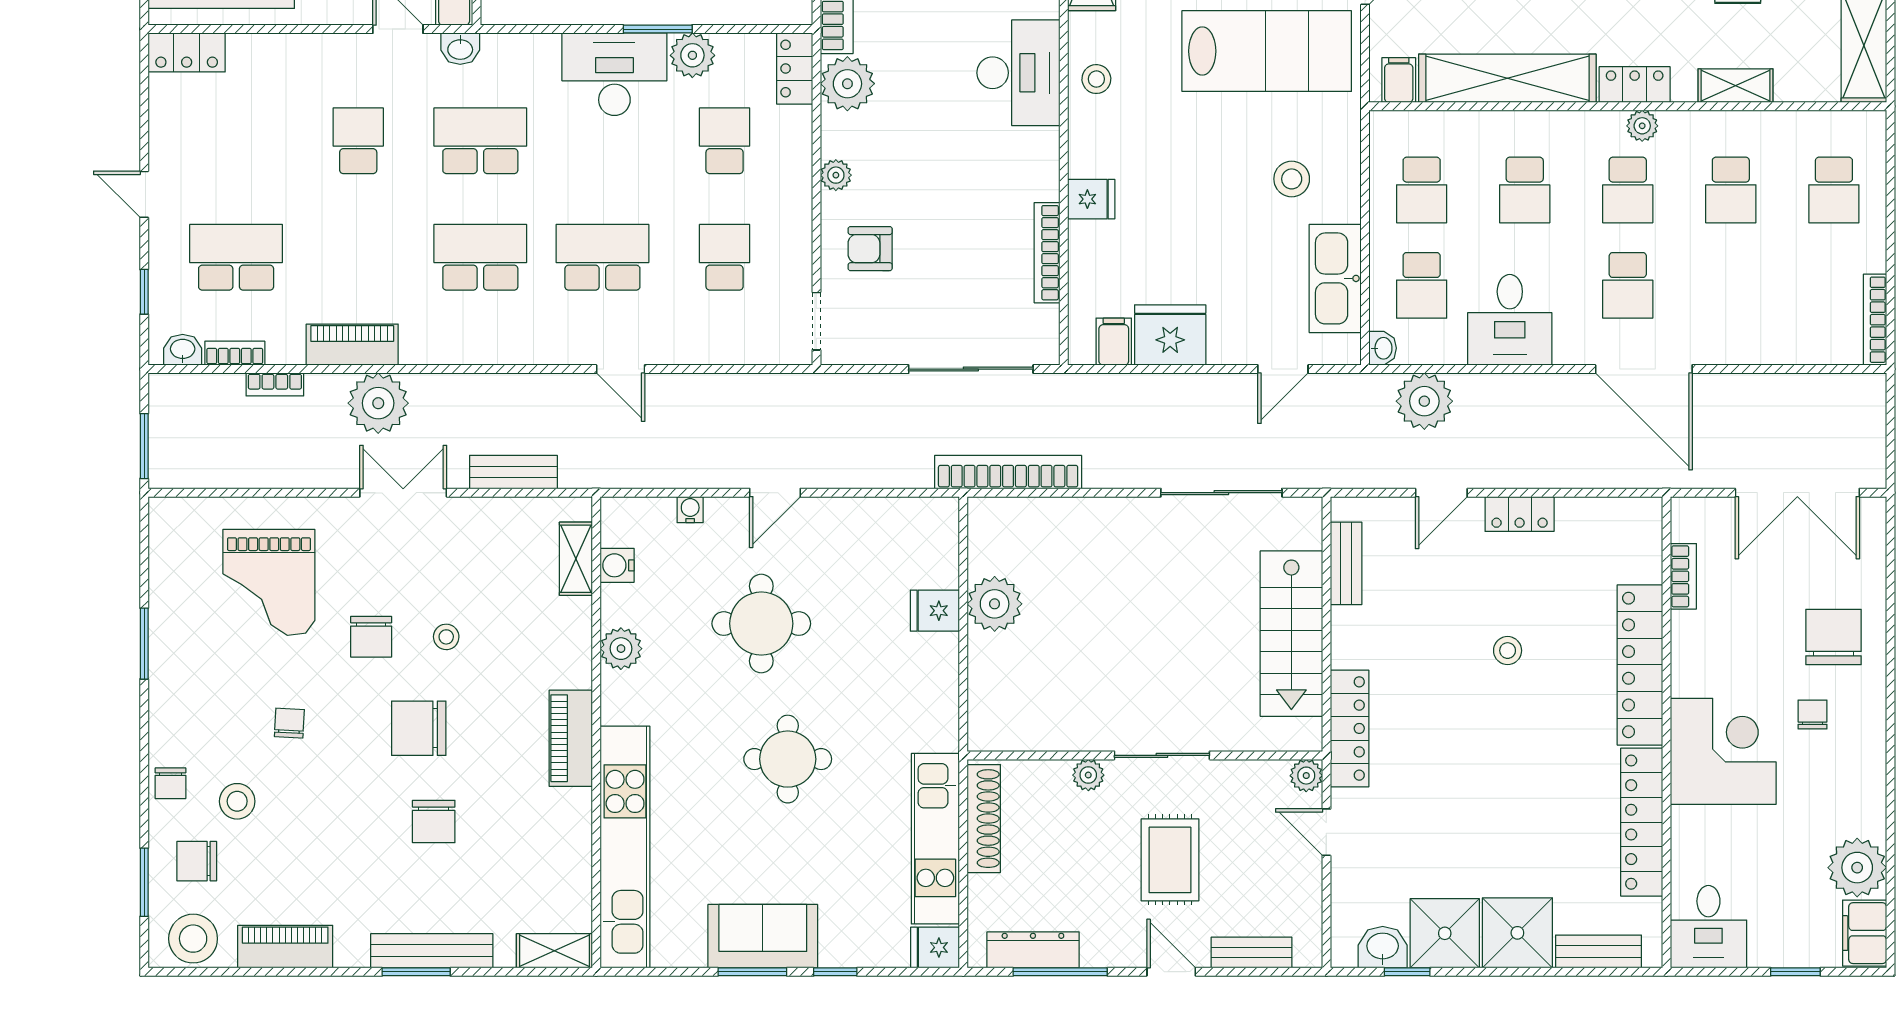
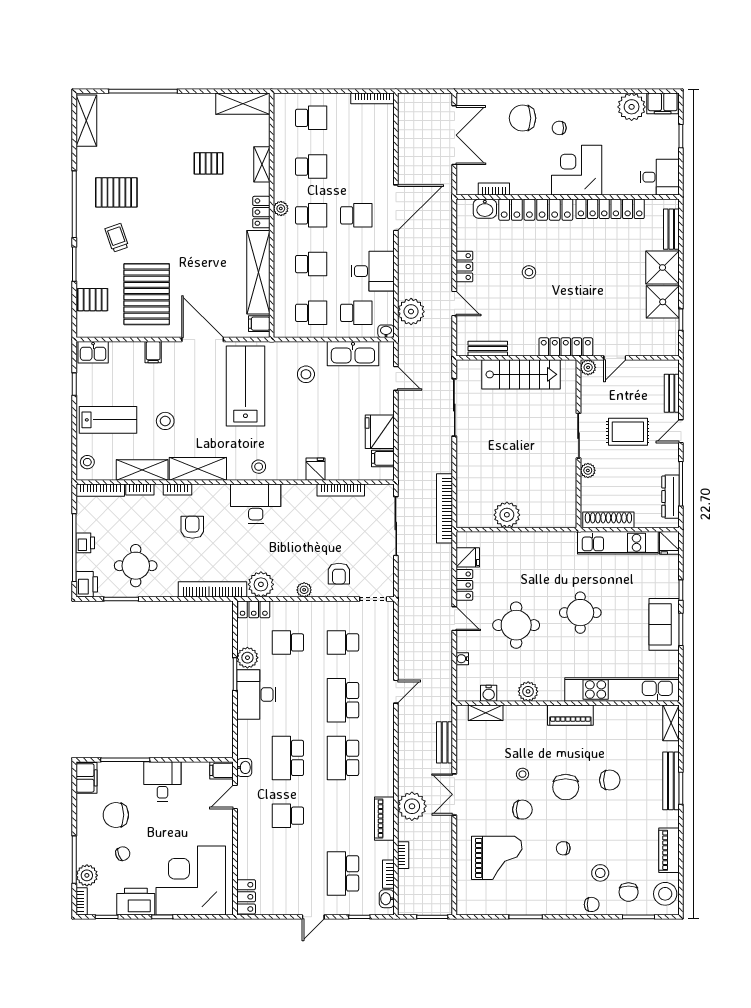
locker: (846, 514) -> (464, 585), added
fridge: (935, 611) -> (468, 557), moved, turned -90
washbasin: (1383, 947) -> (485, 209), moved, turned -90

